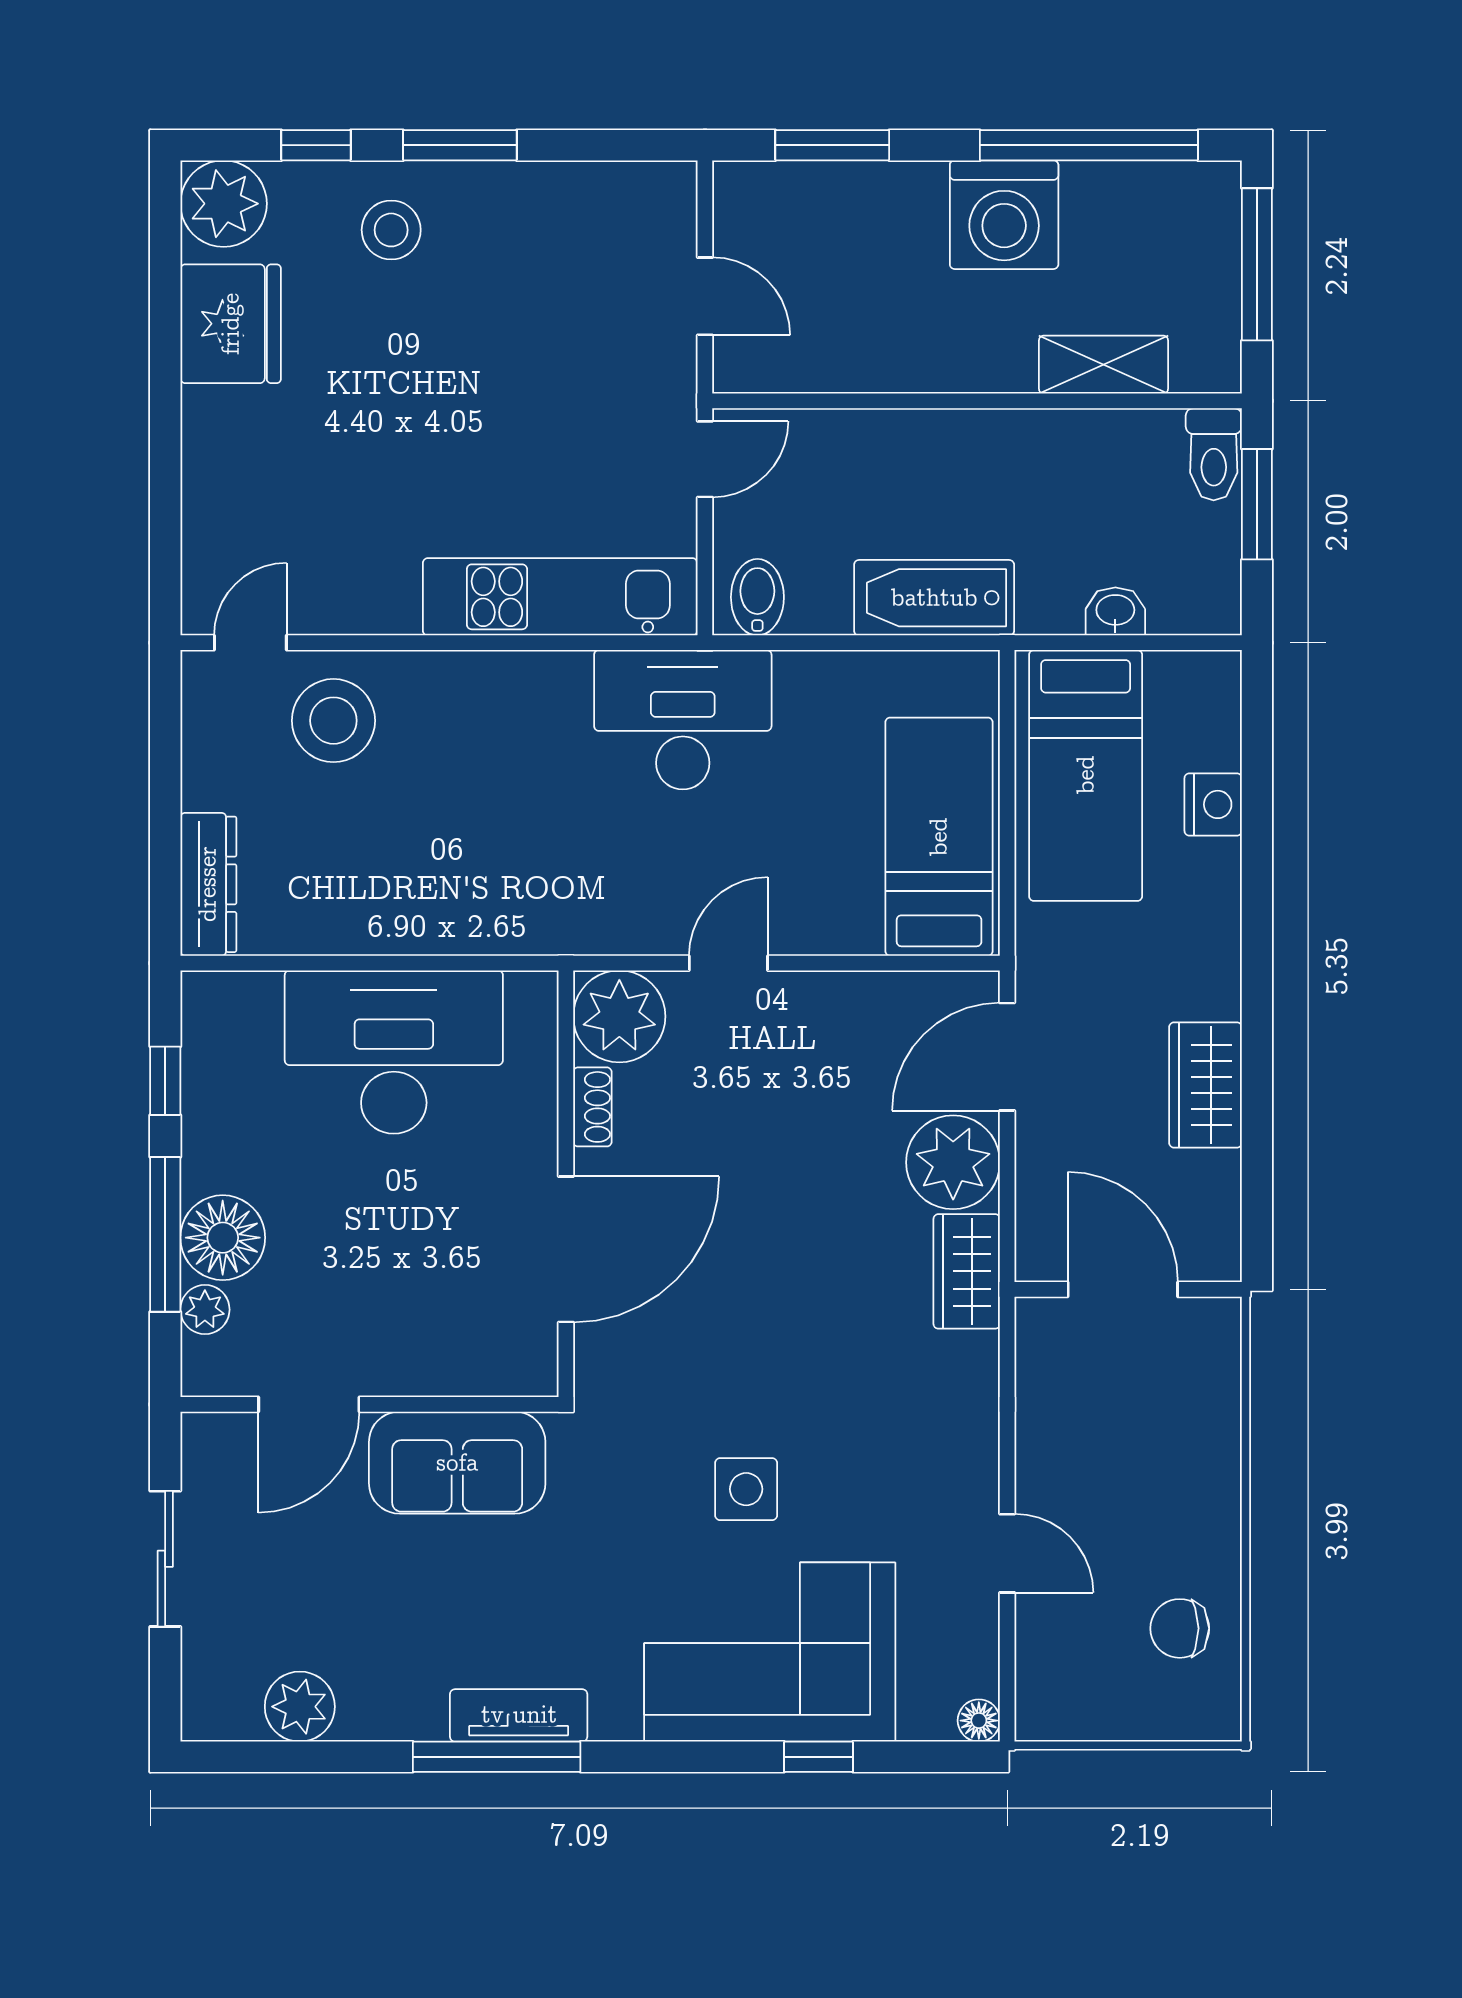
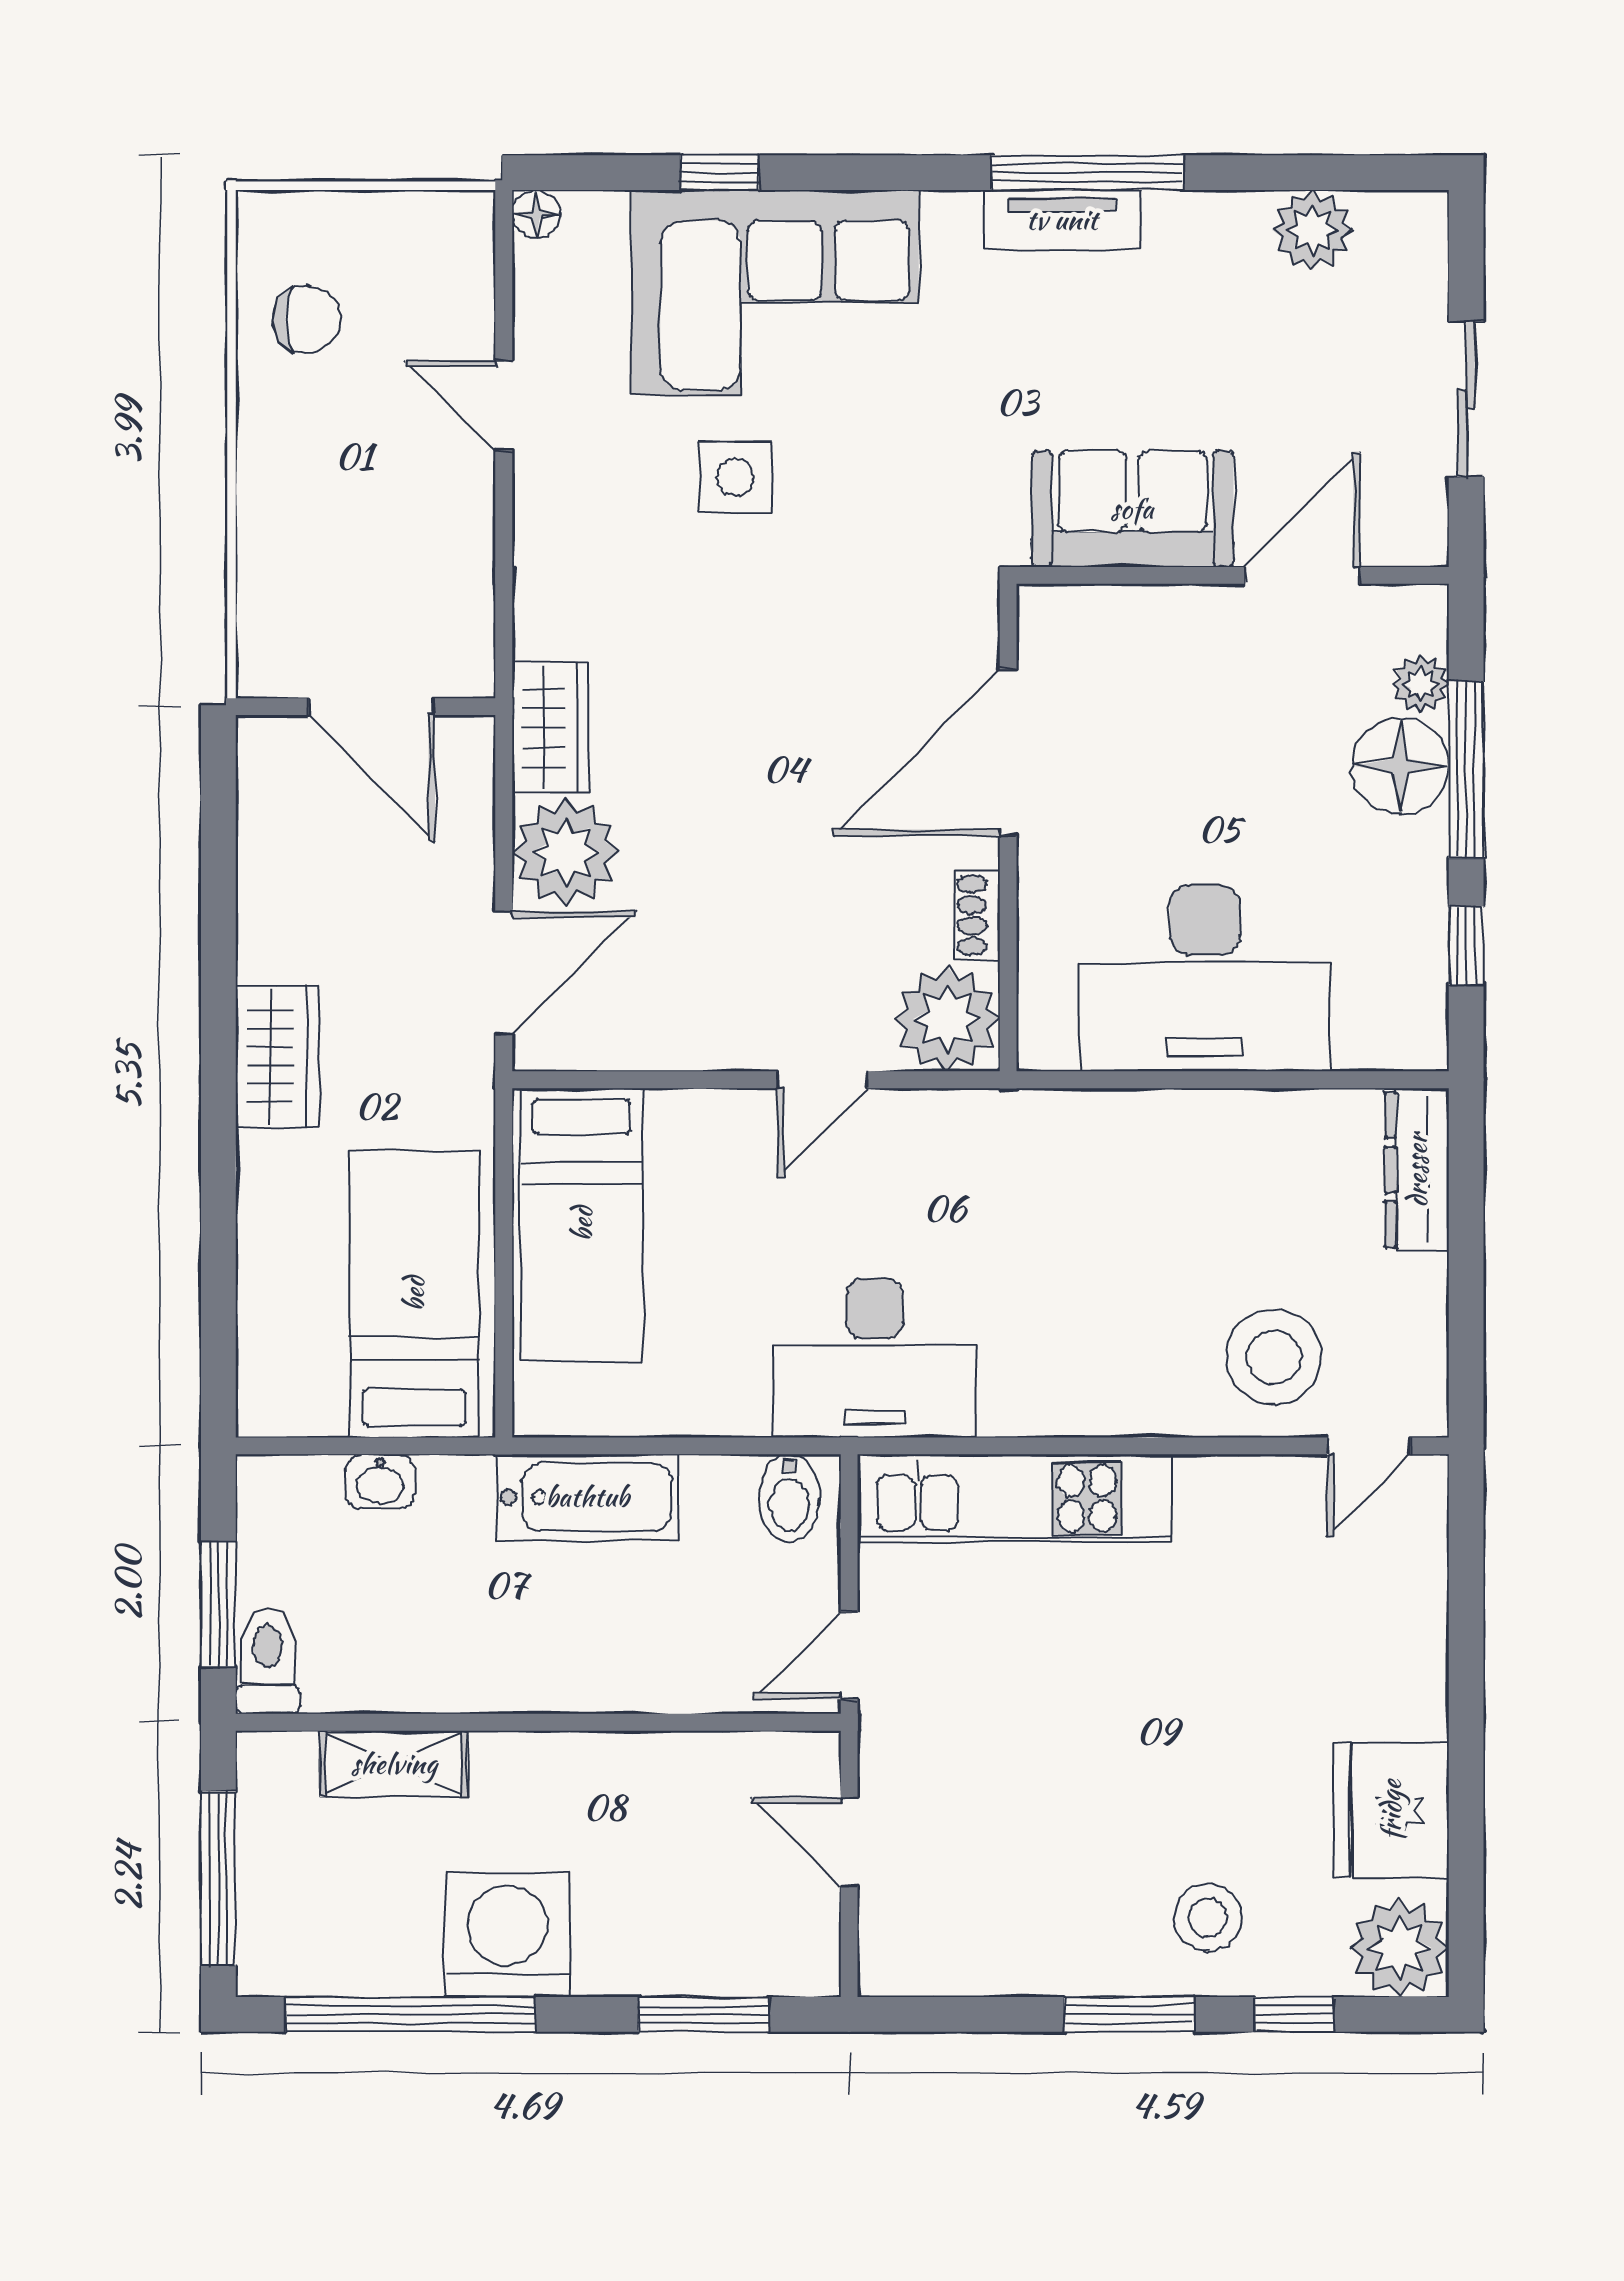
nightstand: (1213, 804) -> (268, 1261), removed
wardrobe: (1205, 1085) -> (277, 1057), moved
side table: (746, 1489) -> (735, 477), moved

